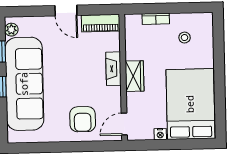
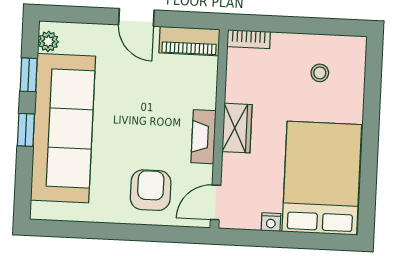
bookcase: (156, 19) -> (249, 39), moved
fireplace: (113, 69) -> (203, 137), moved
armchair: (83, 119) -> (151, 190), turned 180

